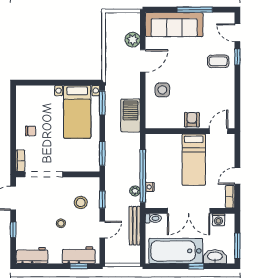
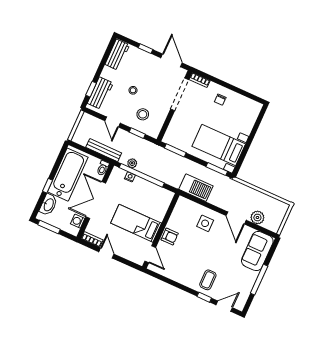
sofa: (174, 25) -> (257, 251), width x0.73

